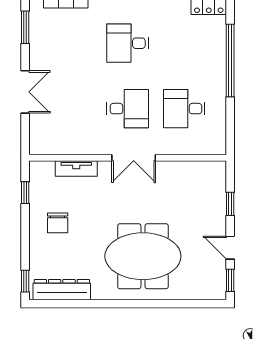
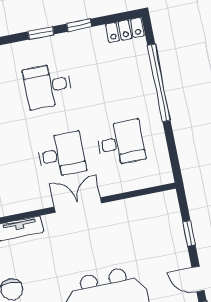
desk: (184, 109) -> (121, 143), turned 180
double door: (134, 158) -> (78, 205), swing flipped

